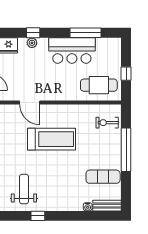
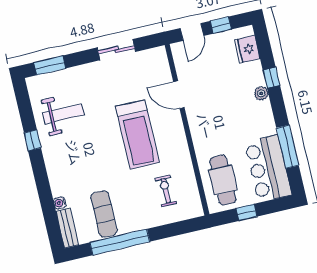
plant: (32, 43) -> (261, 93), moved
bar counter: (72, 51) -> (268, 168), moved
door: (30, 103) -> (179, 95), hinge flipped
exercise bike: (107, 123) -> (166, 191), moved
window: (126, 150) -> (120, 242), moved

